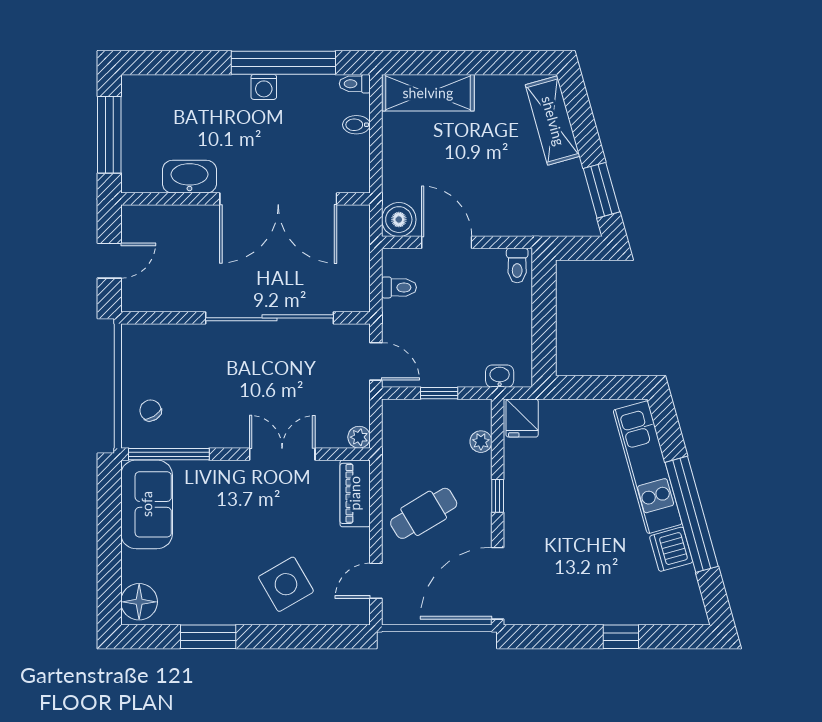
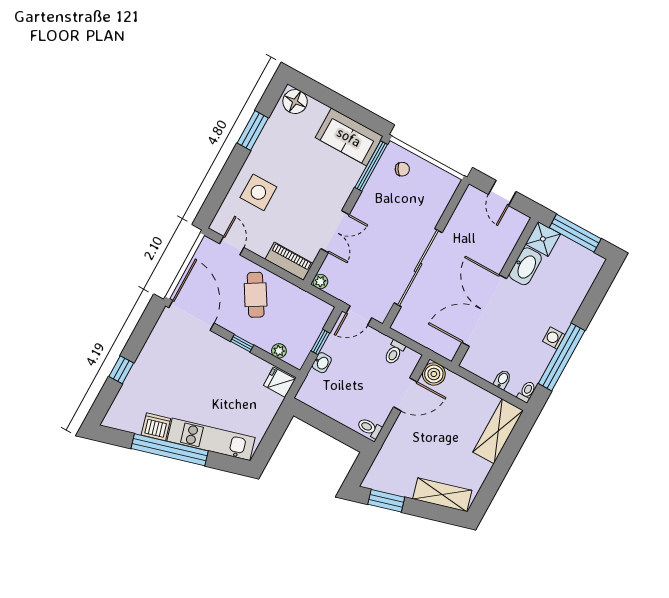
shower: (141, 173) -> (543, 239), added
washbasin: (500, 376) -> (322, 363), moved
side table: (286, 584) -> (258, 192), turned 30

